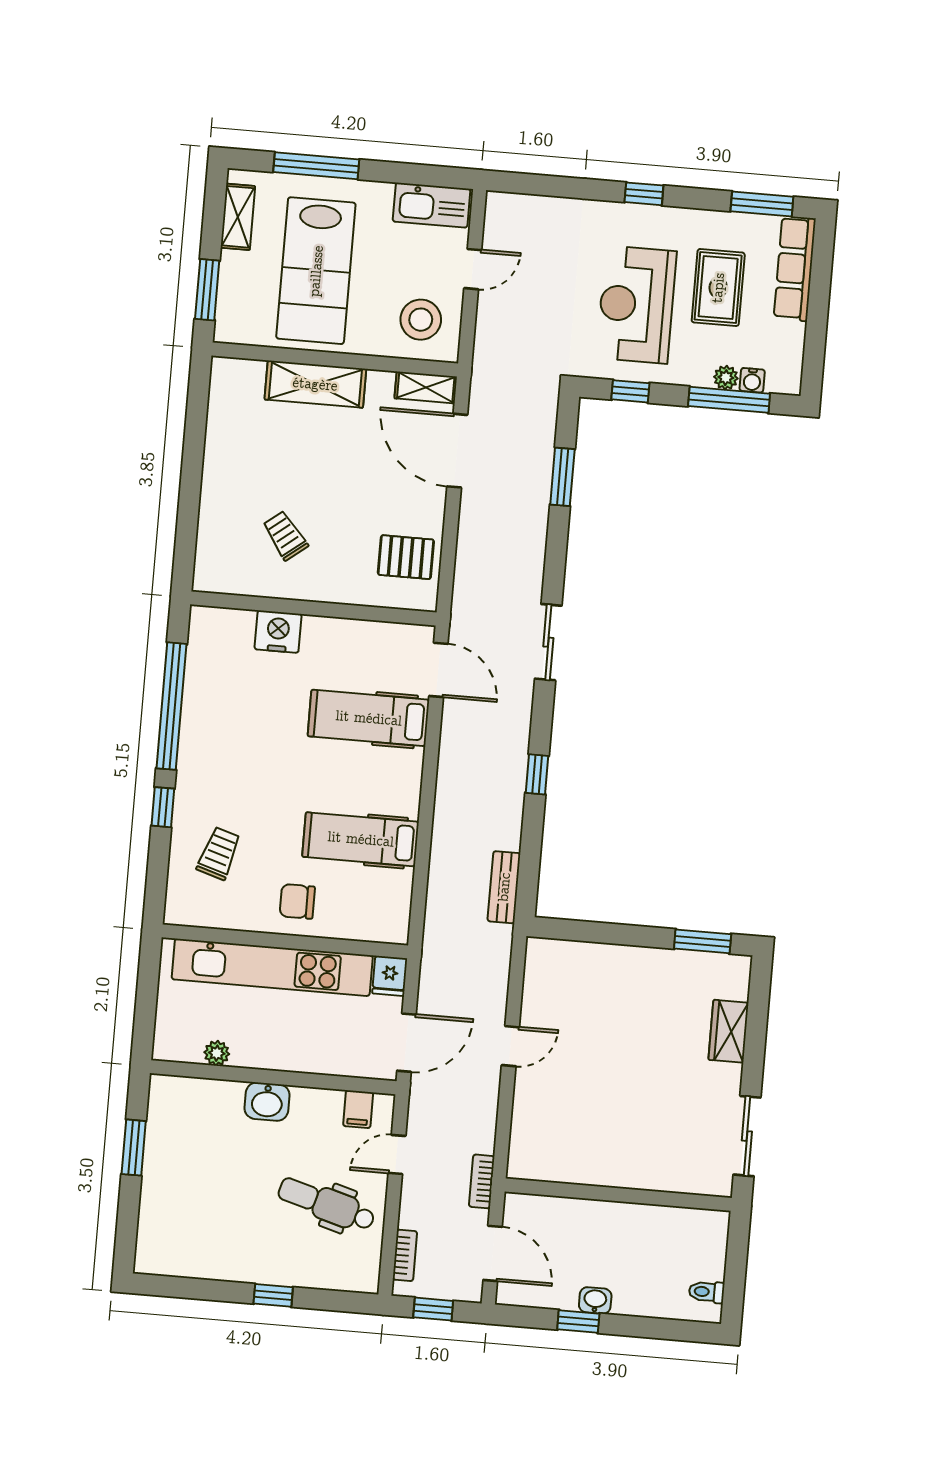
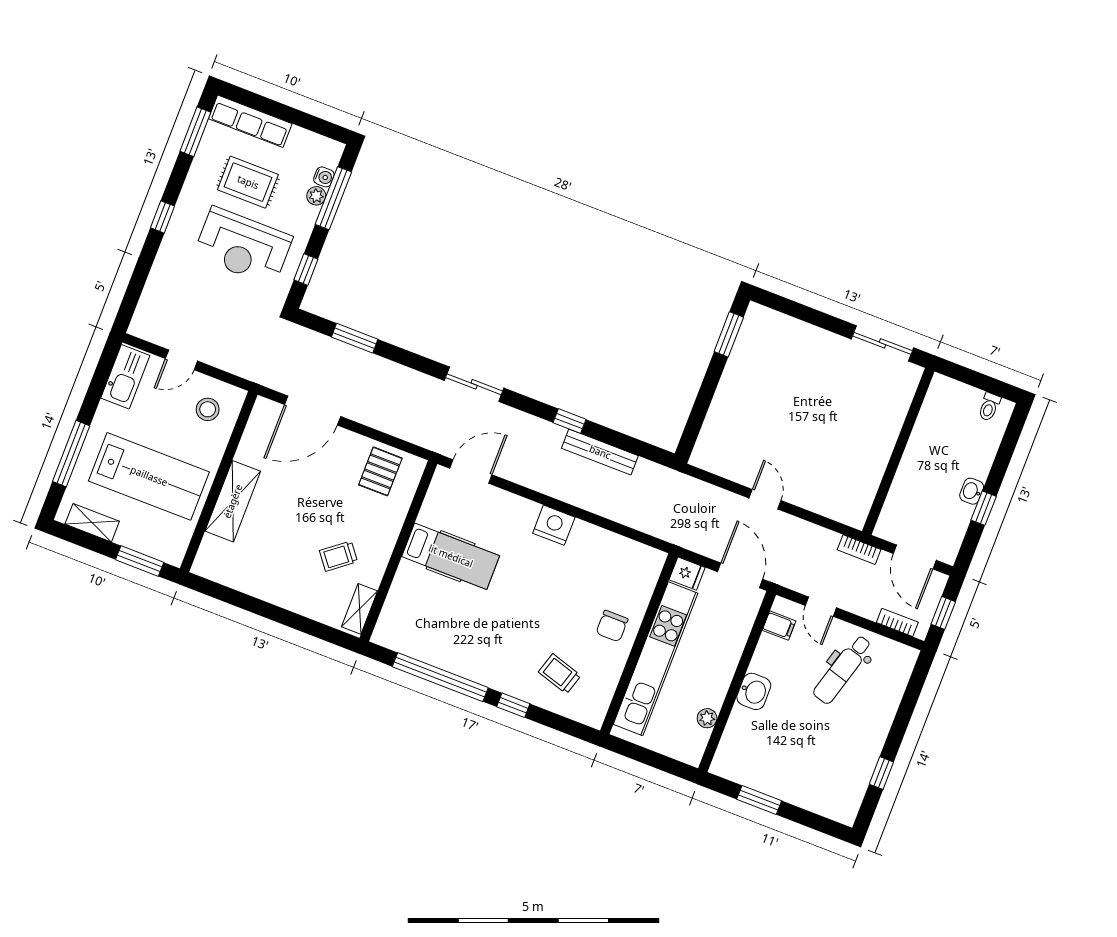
door: (473, 269) -> (181, 360), swing flipped
stool: (421, 320) -> (208, 409), width x0.73, depth x0.73
shelving: (426, 387) -> (360, 609), moved
nightstand: (278, 632) -> (554, 525), moved, turned 90
hospital bed: (369, 718) -> (451, 556), moved, turned -90
hospital bed: (361, 839) -> (580, 566), removed
bench: (504, 887) -> (600, 452), moved, width x1.36
wardrobe: (729, 1031) -> (801, 334), removed
door: (493, 1253) -> (915, 557), swing flipped
window: (273, 1295) -> (881, 773), moved

